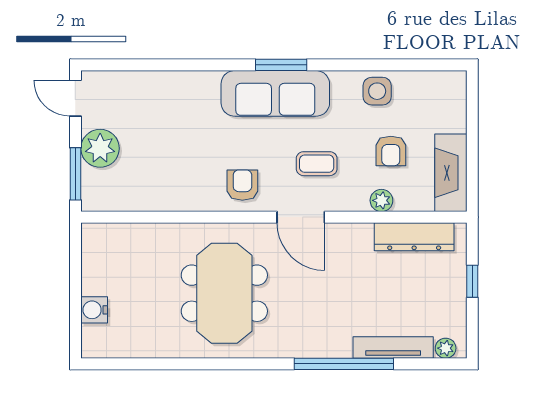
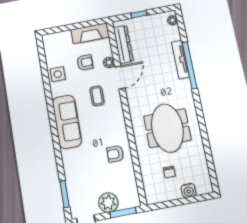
window: (281, 65) -> (65, 194), moved
armchair: (242, 185) -> (115, 154), moved
door: (301, 217) -> (120, 78), moved
chair: (137, 280) -> (169, 172), added
meeting table: (224, 293) -> (167, 128), turned 90
tv unit: (393, 348) -> (180, 60), moved

